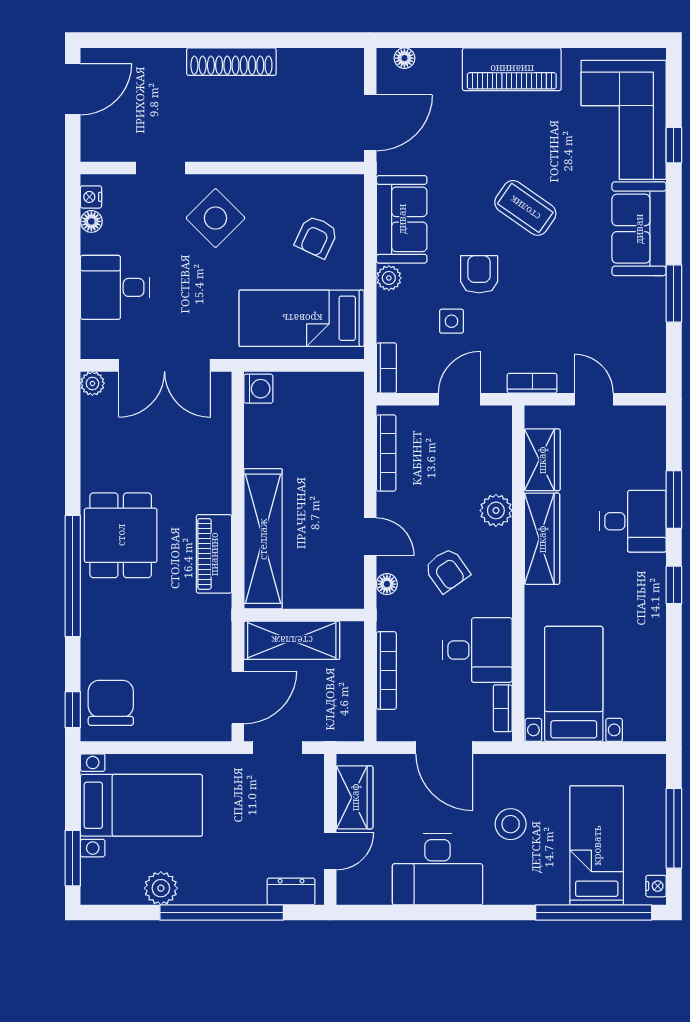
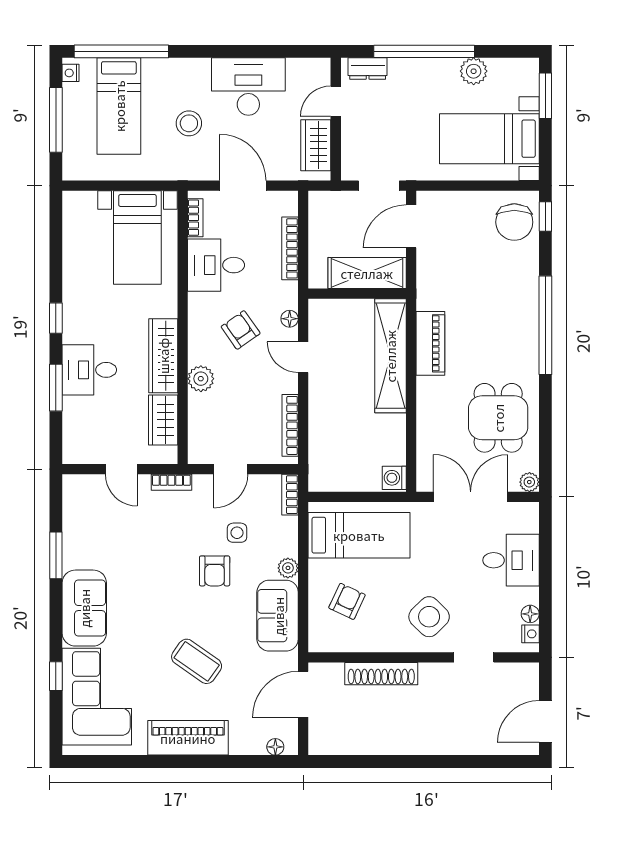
shoe rack: (231, 62) -> (381, 674), moved, turned 180
coffee table: (525, 208) -> (197, 661), moved
dining table: (121, 535) -> (498, 418), moved

